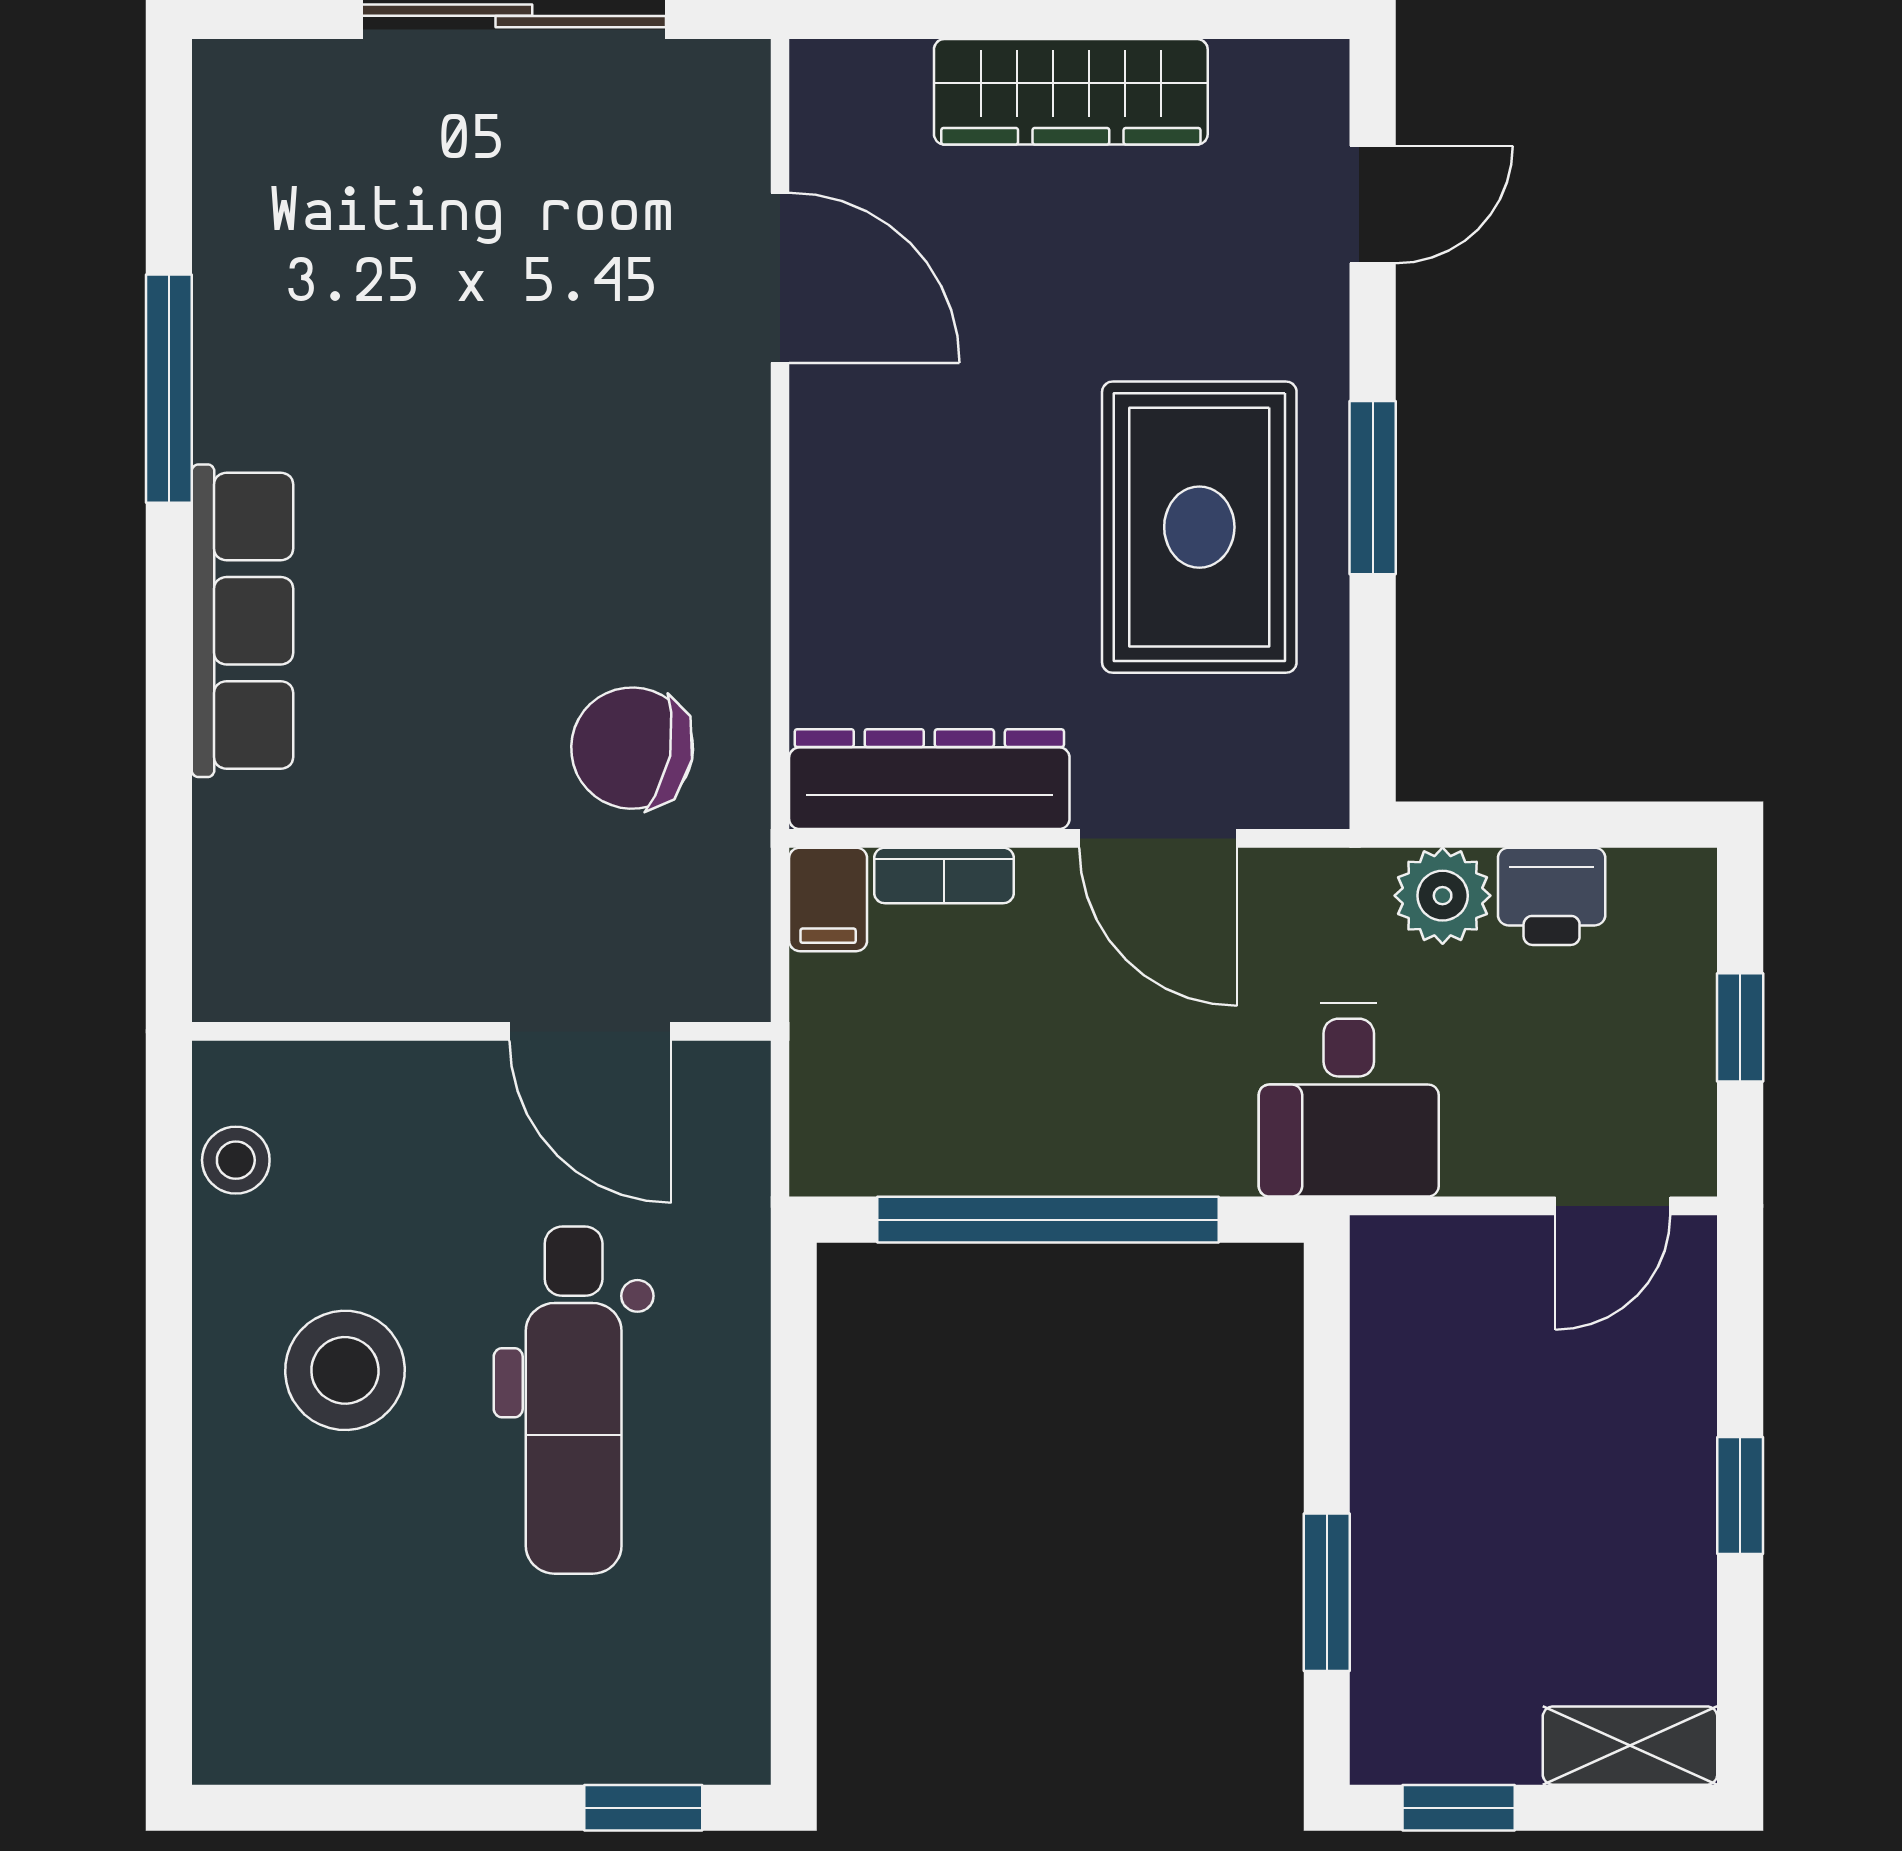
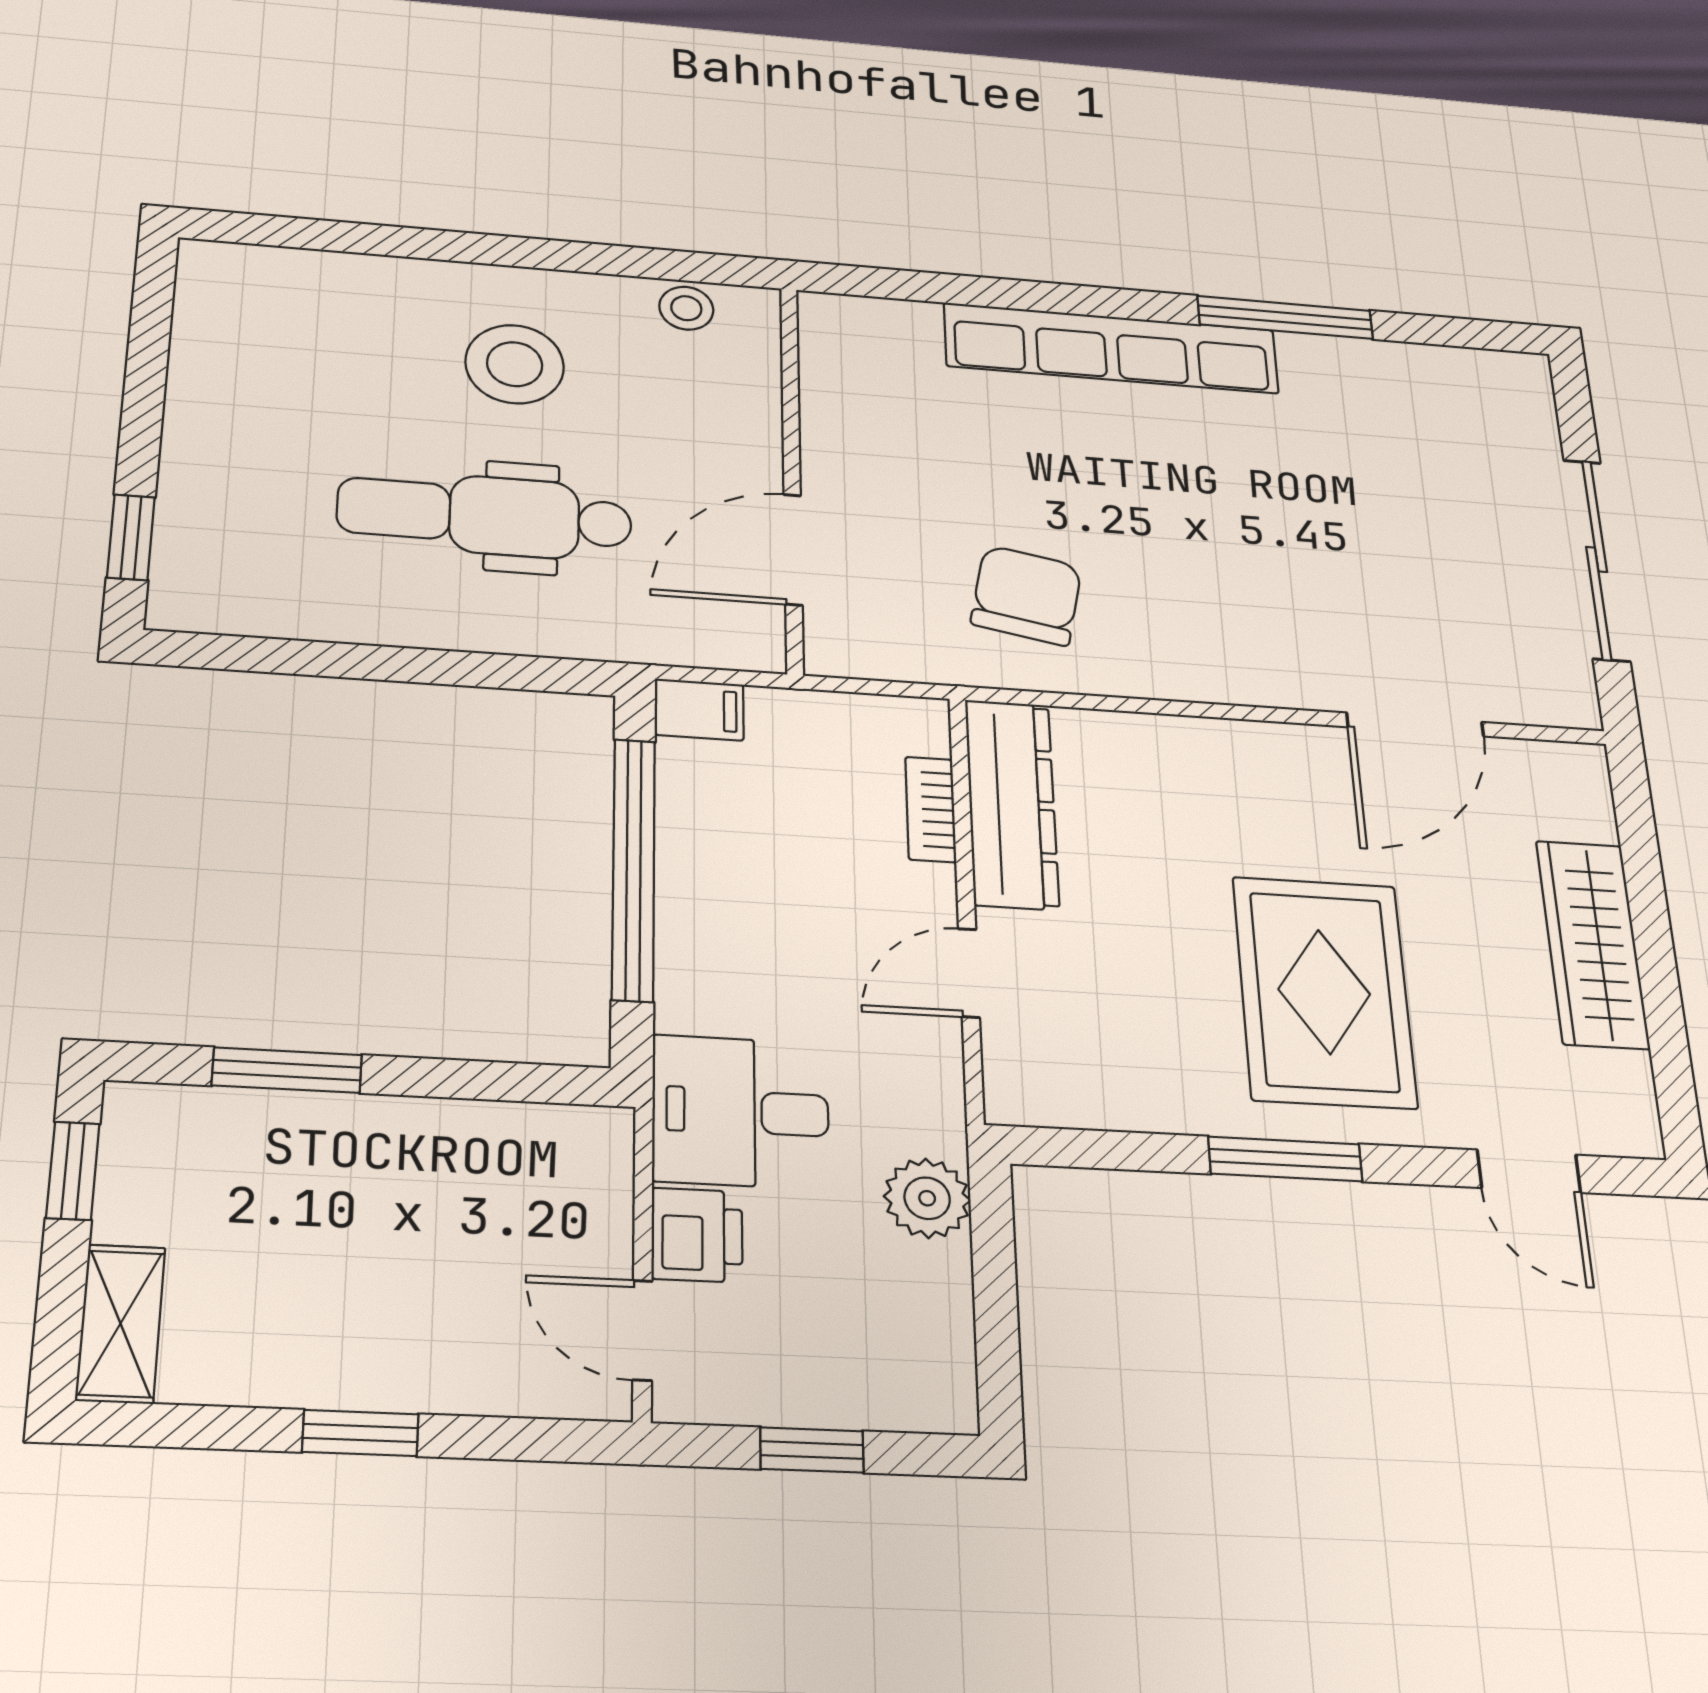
rug: (1199, 527) -> (1324, 992), moved, turned 90
row of seats: (242, 621) -> (1111, 348), width x1.36
door: (1158, 838) -> (969, 973), width x0.73
printer: (1552, 896) -> (697, 1235), moved, turned 180
filing cabinet: (828, 899) -> (699, 710), moved, turned 180

